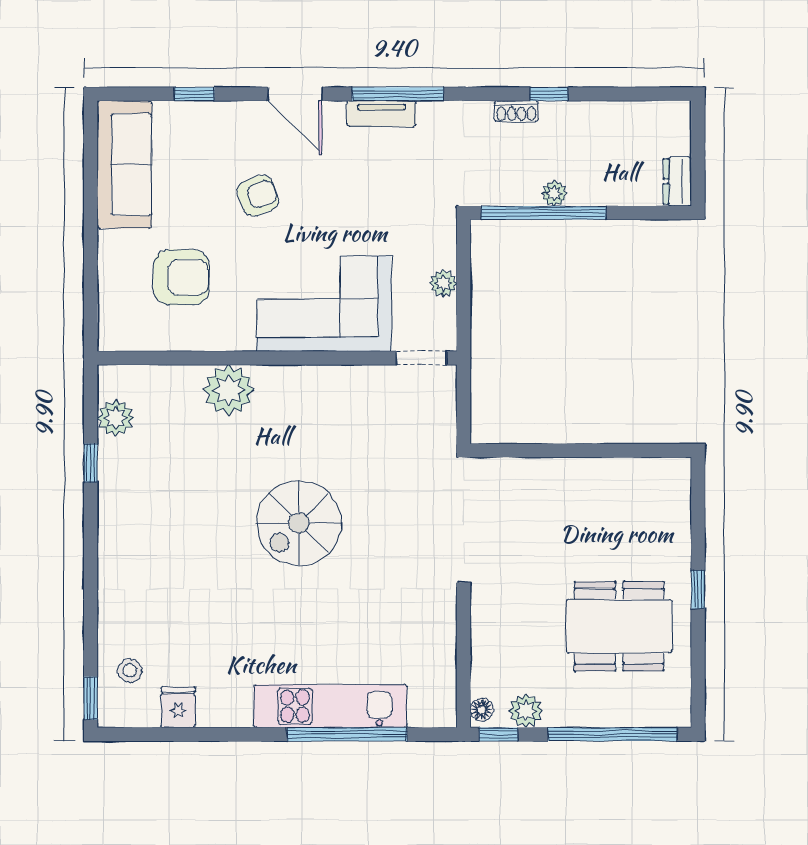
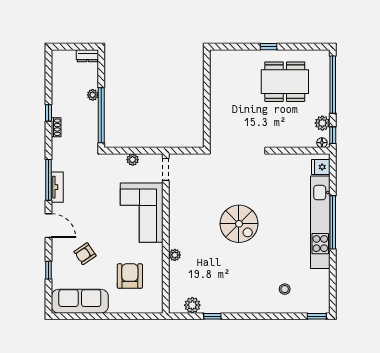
door: (295, 94) -> (49, 226), hinge flipped
plant: (554, 193) -> (93, 95), moved
armchair: (258, 196) -> (85, 254), moved, turned -104
plant: (229, 390) -> (175, 255), width x0.53, depth x0.53
dining table: (619, 626) -> (285, 82), turned 90
stool: (130, 670) -> (285, 289), moved
kitchen unit: (330, 706) -> (320, 222), width x1.36
fridge: (178, 707) -> (321, 167), moved
window: (347, 734) -> (333, 222), moved

